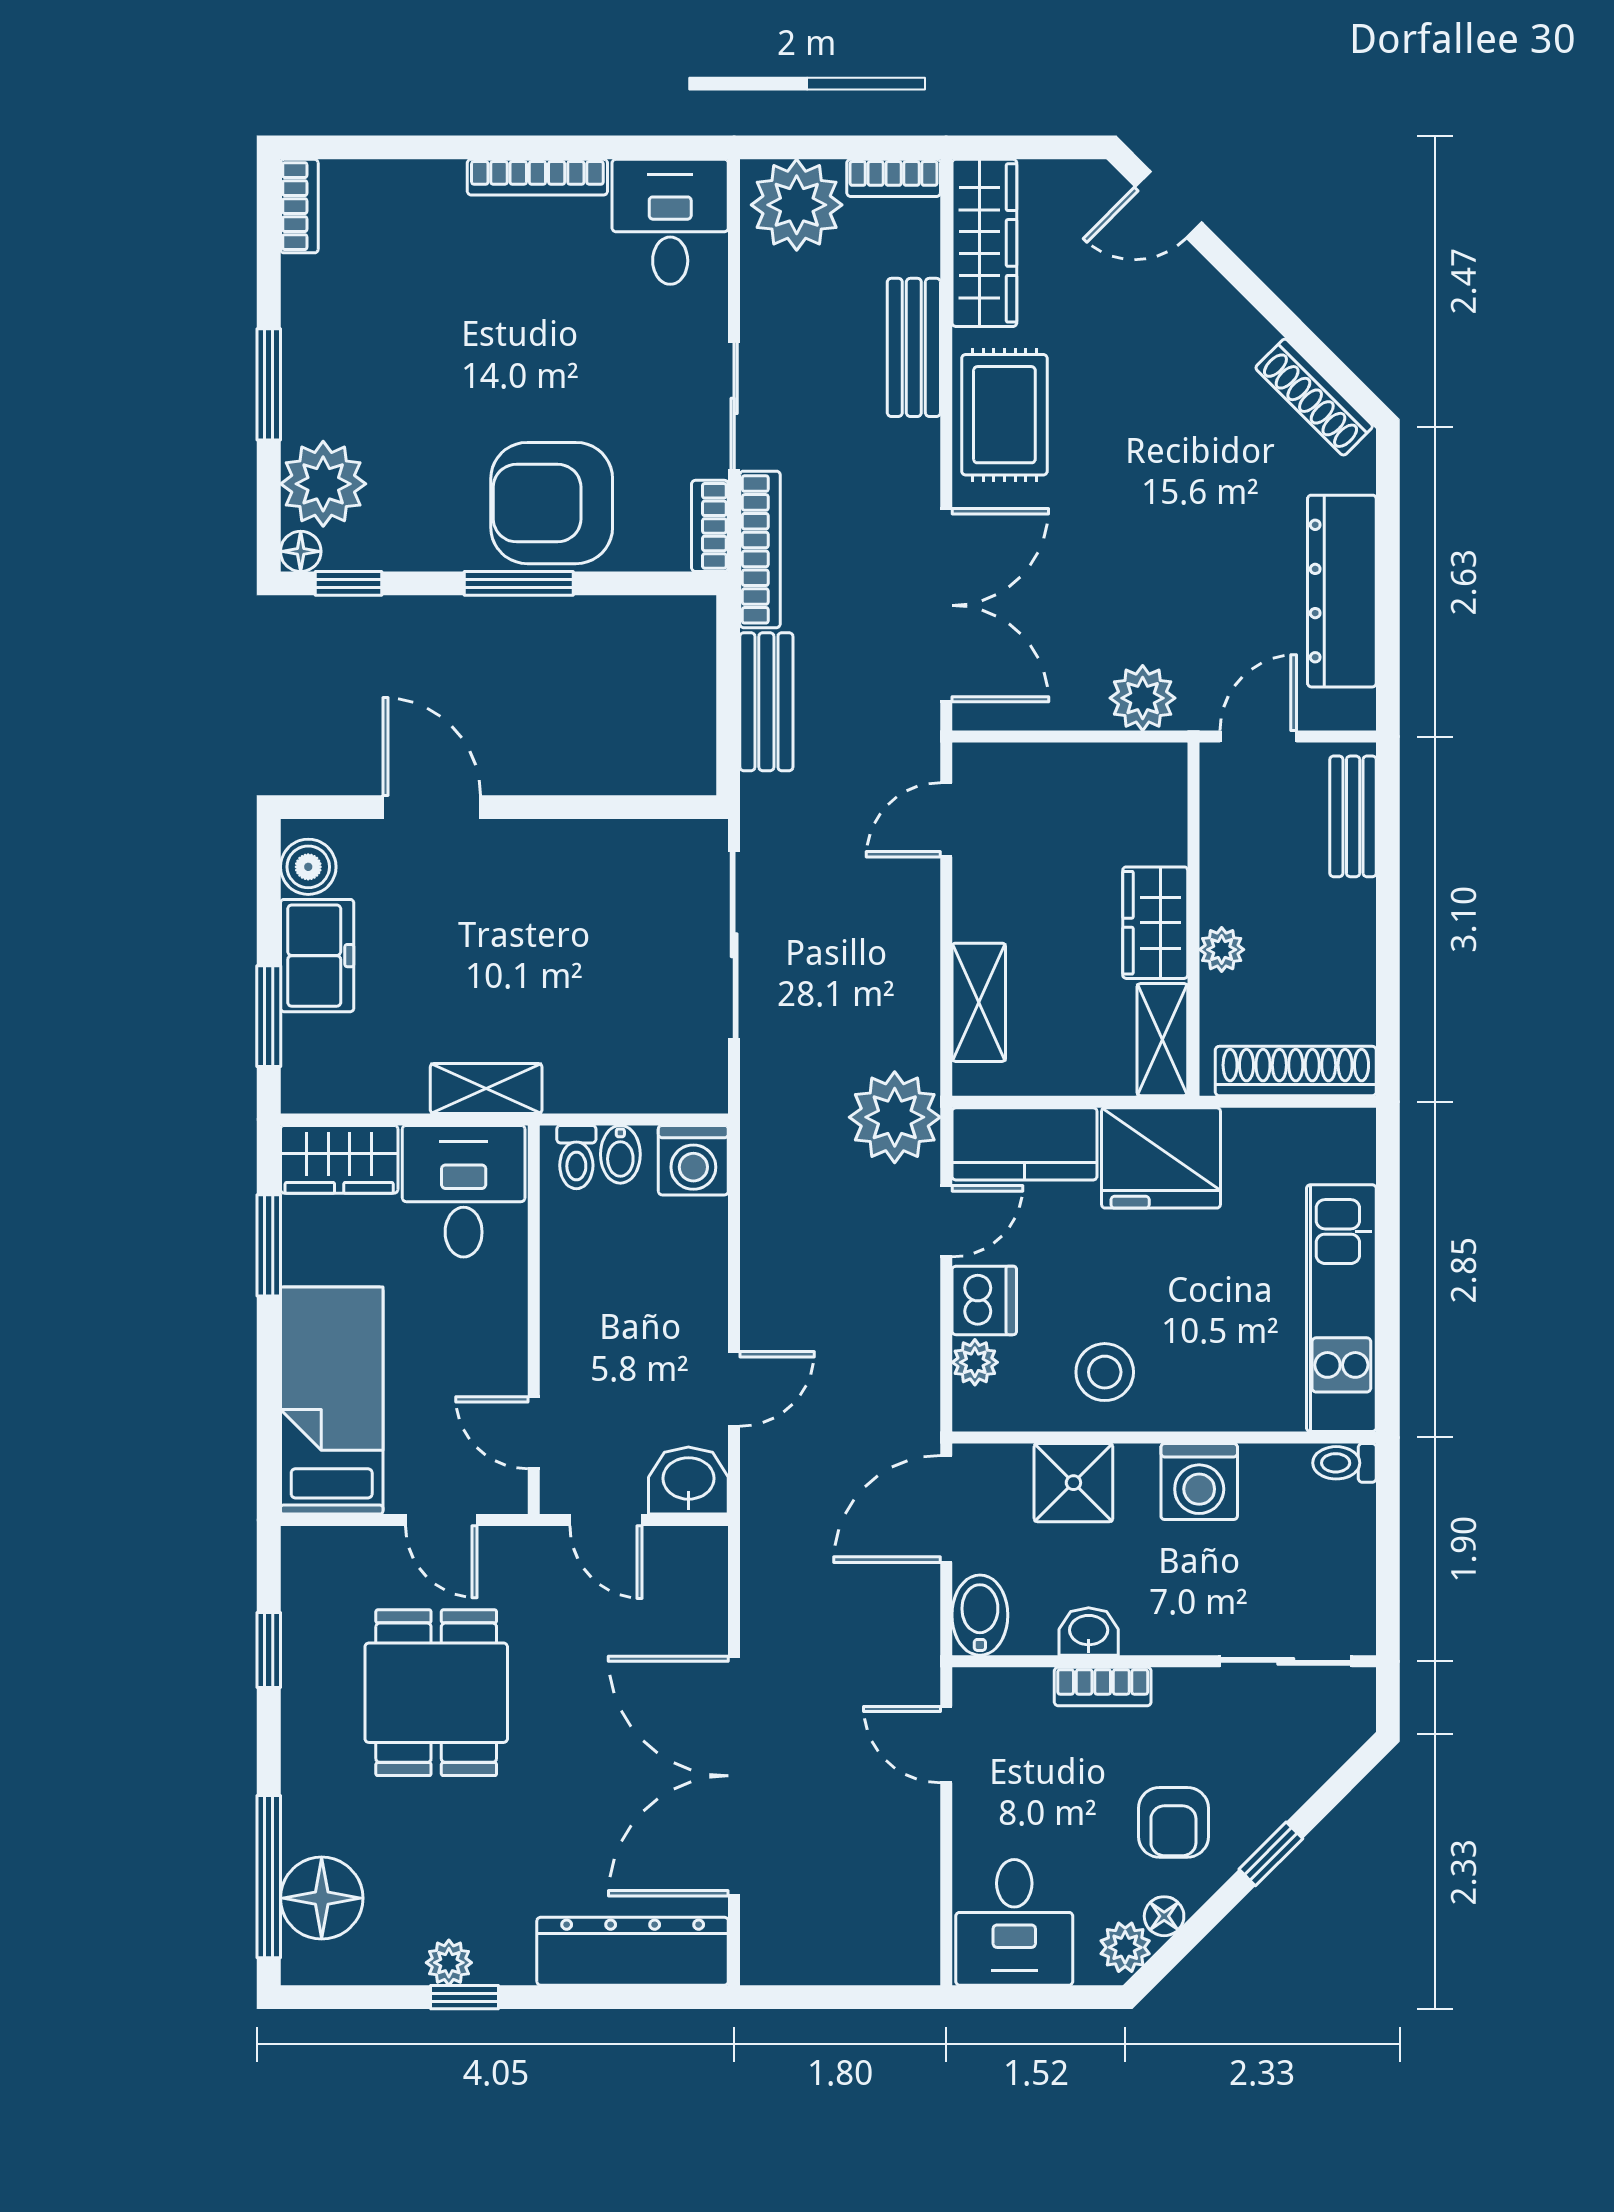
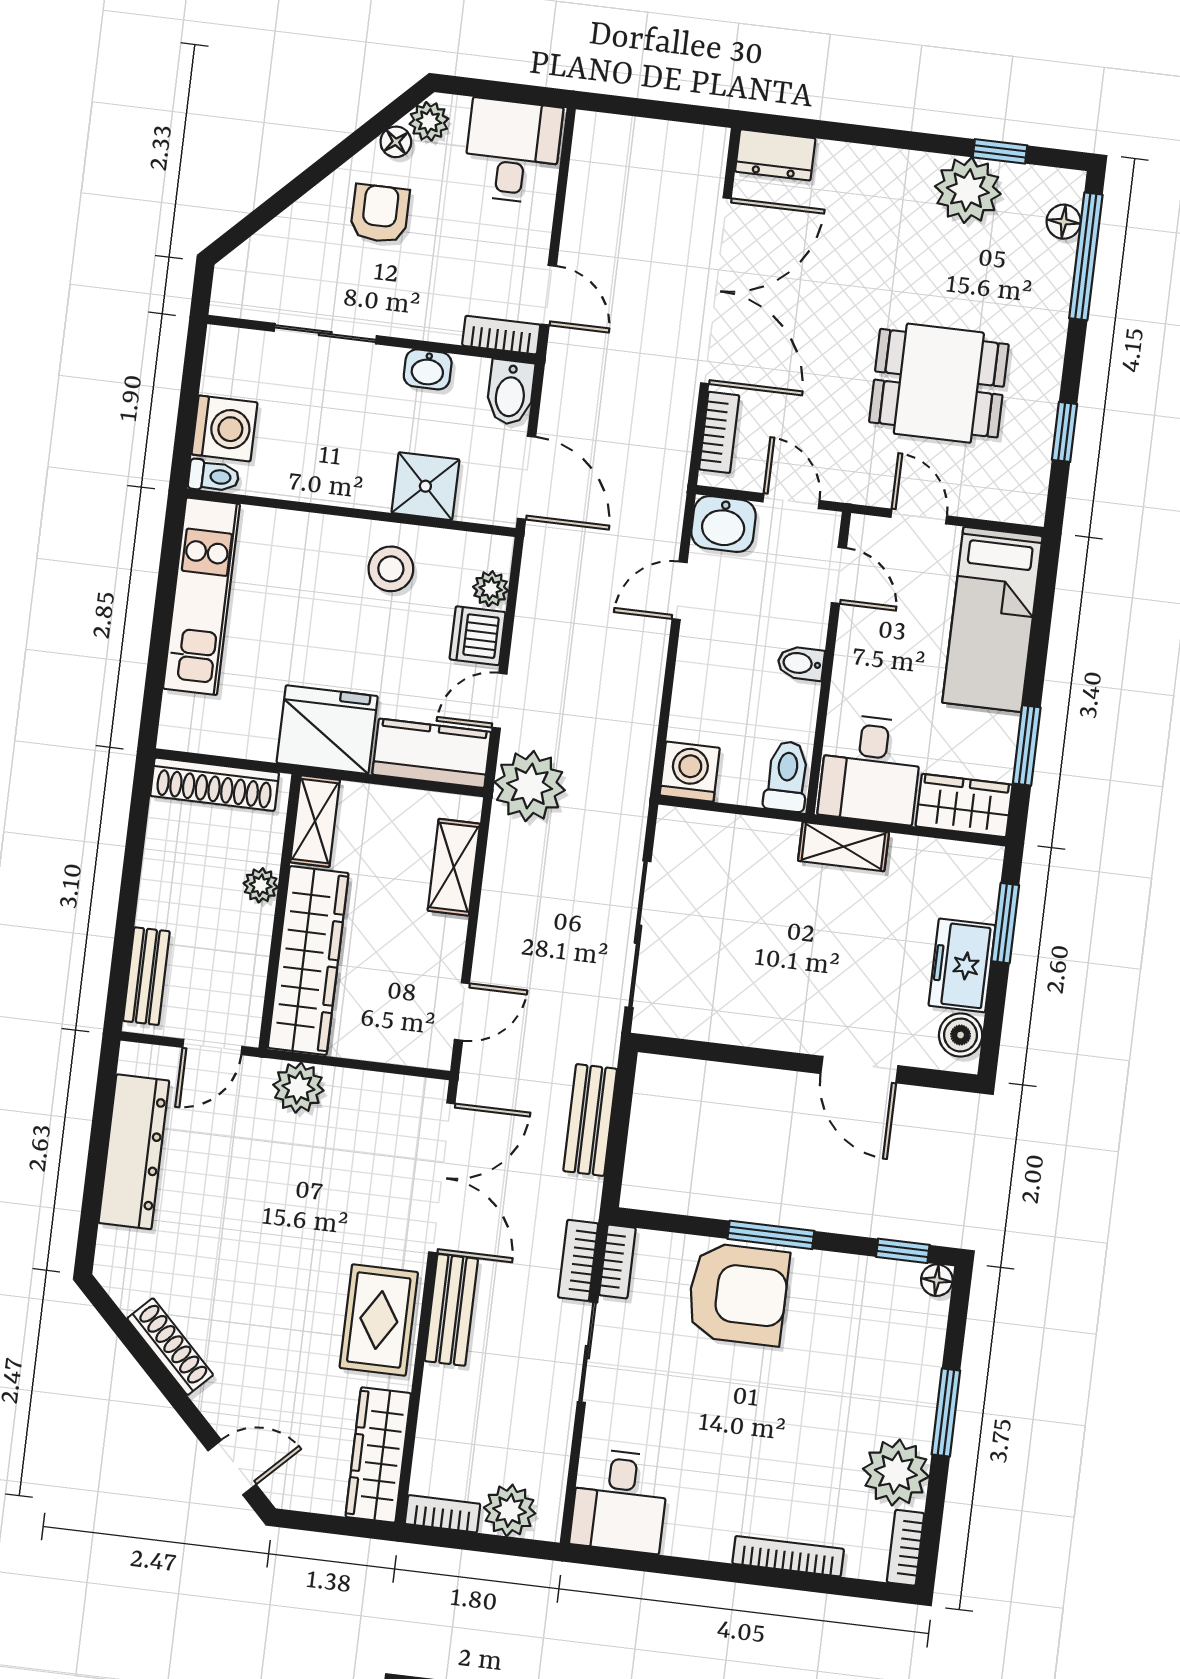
bookcase: (537, 177) -> (788, 1556), moved
plant: (797, 205) -> (510, 1510), width x0.73, depth x0.73
bench: (914, 347) -> (451, 1310), moved
shoe rack: (1314, 397) -> (170, 1347), moved
plant: (323, 484) -> (896, 1473), moved
bookcase: (760, 549) -> (578, 1260), width x0.64
double door: (946, 605) -> (442, 1178), swing flipped
wardrobe: (1155, 923) -> (308, 960), width x2.10, depth x1.17
bidet: (620, 1154) -> (801, 663), moved, turned -90
toilet: (576, 1157) -> (787, 776), width x1.37, depth x1.39
washing machine: (1199, 1482) -> (224, 428), moved, turned 90
door: (946, 1509) -> (527, 478), hinge flipped
bookcase: (708, 1596) -> (719, 432), added
sliding door: (1286, 1661) -> (325, 334), moved
bookcase: (1103, 1687) -> (501, 335), moved
dining table: (436, 1693) -> (939, 383), turned 90
window: (1271, 1854) -> (307, 180), removed
floor lamp: (322, 1898) -> (1064, 222), width x0.53, depth x0.53
dresser: (633, 1951) -> (775, 155), width x0.51, depth x0.80
plant: (449, 1963) -> (968, 190), width x1.88, depth x1.88
window: (464, 1997) -> (1000, 151), moved

